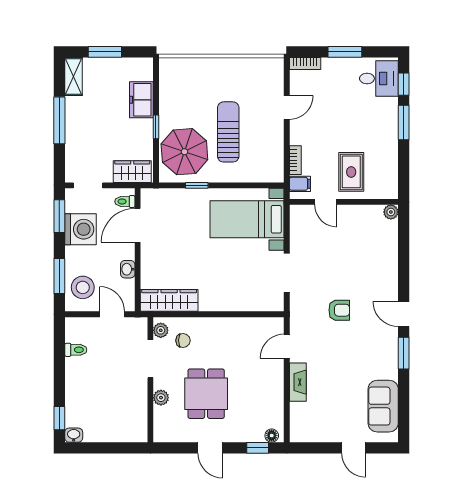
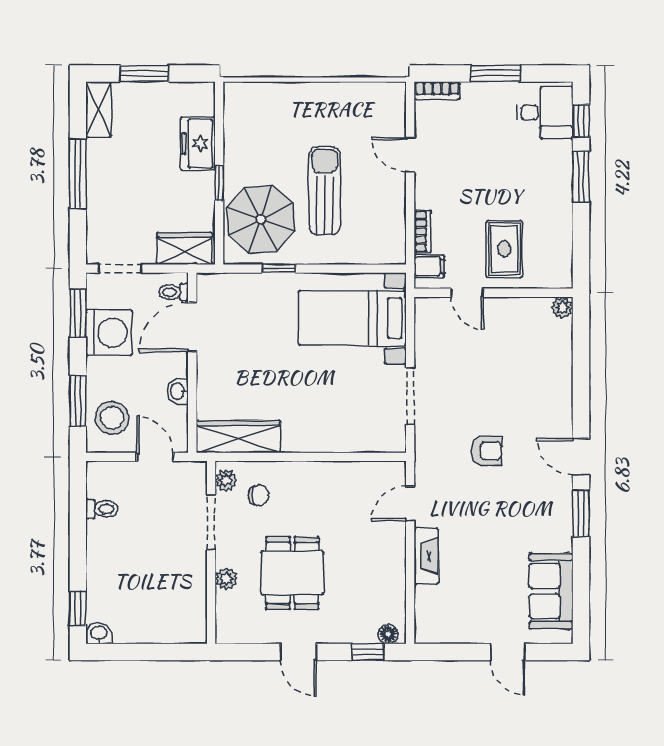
door: (287, 107) -> (410, 155), swing flipped

